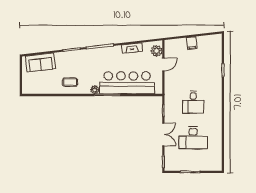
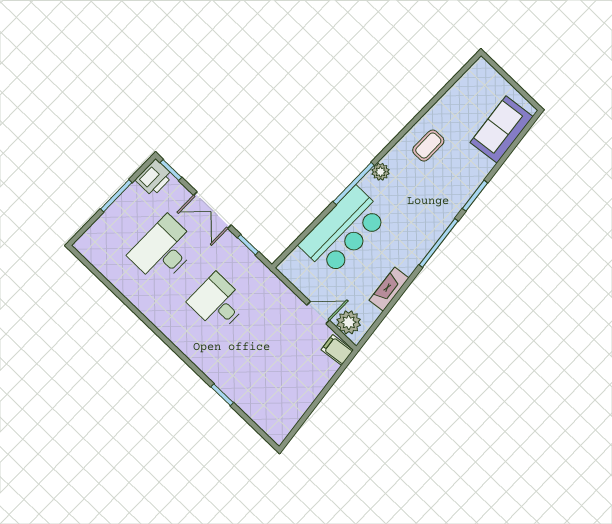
filing cabinet: (192, 43) -> (337, 350), moved
door: (163, 65) -> (318, 313), swing flipped
bar counter: (127, 83) -> (343, 231), width x0.73
printer: (172, 165) -> (154, 178), added

